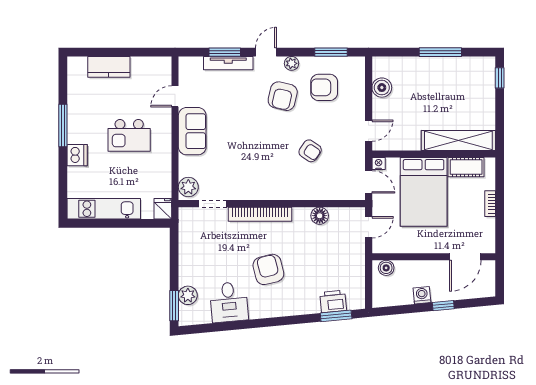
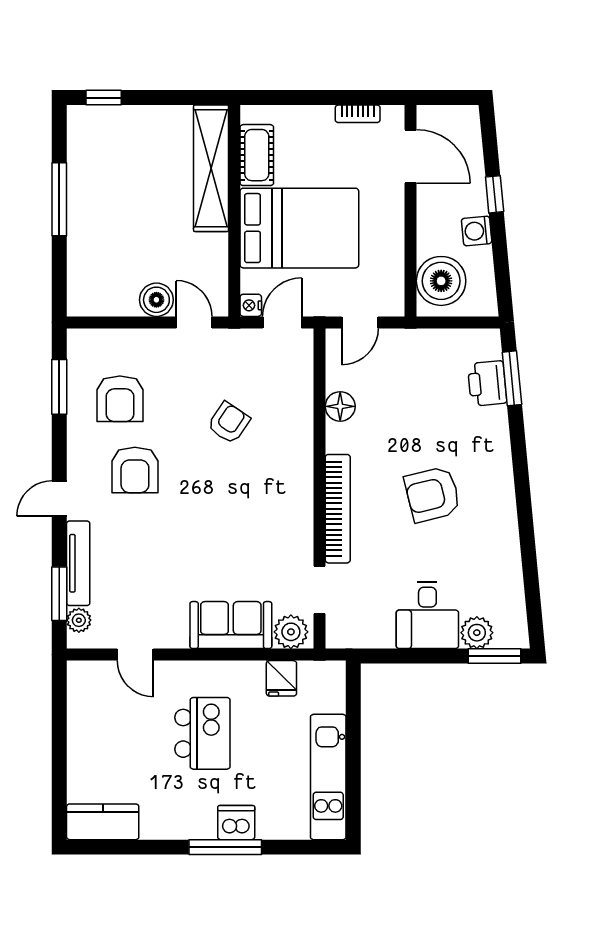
window: (225, 52) -> (59, 594), moved
door: (266, 52) -> (59, 499), hinge flipped
plant: (292, 63) -> (79, 620), moved
kitchen counter: (109, 67) -> (103, 822), moved, turned -90
boiler: (382, 88) -> (156, 300), moved
armchair: (283, 96) -> (135, 470), turned 77
window: (63, 126) -> (225, 847), moved
sofa: (192, 131) -> (231, 625), moved
bookcase: (490, 204) -> (358, 114), moved
fridge: (163, 209) -> (281, 678), moved, turned -90
door: (369, 227) -> (360, 322), swing flipped
boiler: (386, 268) -> (441, 281), width x1.86, depth x1.86
desk: (229, 302) -> (427, 615), moved, turned 95

